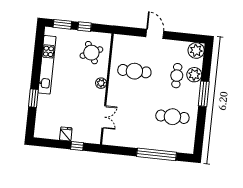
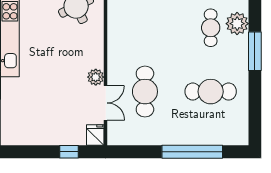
cafe table: (134, 71) -> (145, 92), moved, turned 90
plant: (101, 83) -> (96, 77), moved
fridge: (66, 134) -> (95, 135), moved

